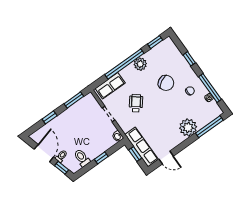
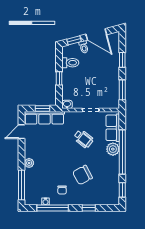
plant: (140, 64) -> (113, 149), moved
plant: (188, 127) -> (29, 163), width x0.53, depth x0.53

